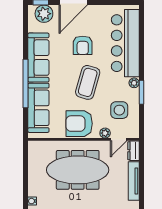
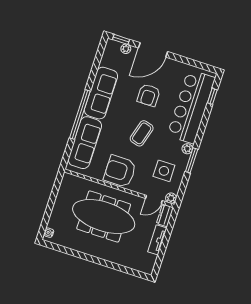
plant: (44, 14) -> (126, 49), width x0.53, depth x0.53
window: (141, 27) -> (212, 96), added
coffee table: (88, 82) -> (142, 133), width x0.73, depth x0.76
plant: (105, 133) -> (171, 198), moved
tv unit: (134, 181) -> (157, 240), width x0.71

